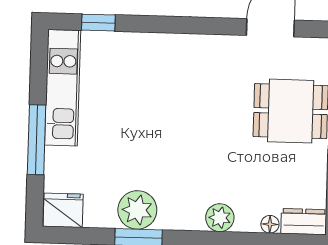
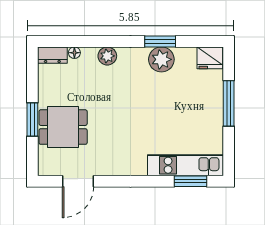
window: (98, 23) -> (190, 181), width x1.50
kitchen unit: (63, 88) -> (185, 165), moved, turned 90

